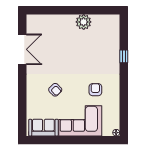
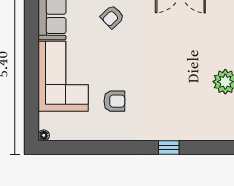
armchair: (55, 90) -> (112, 17), moved

